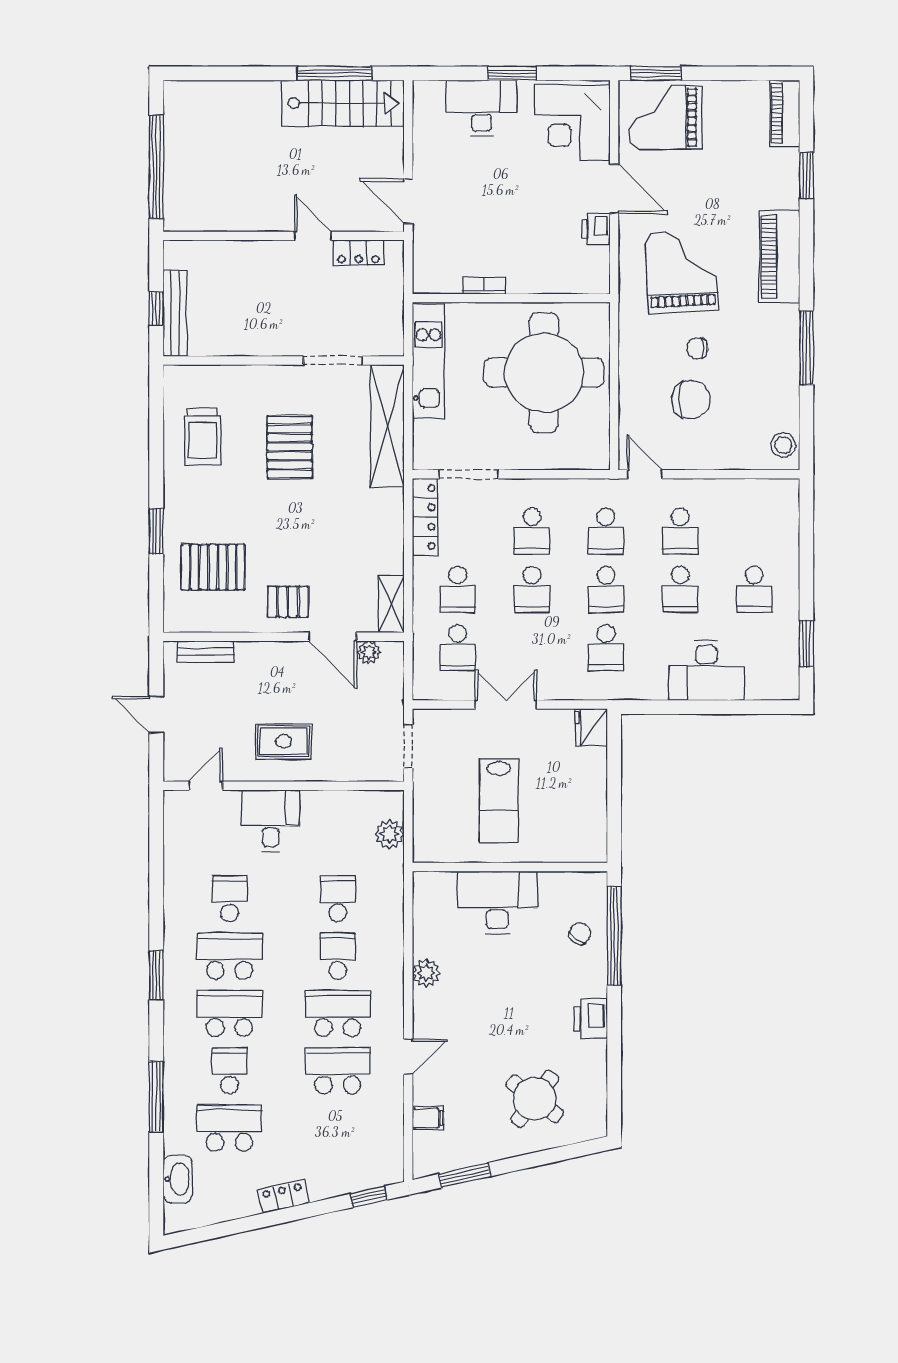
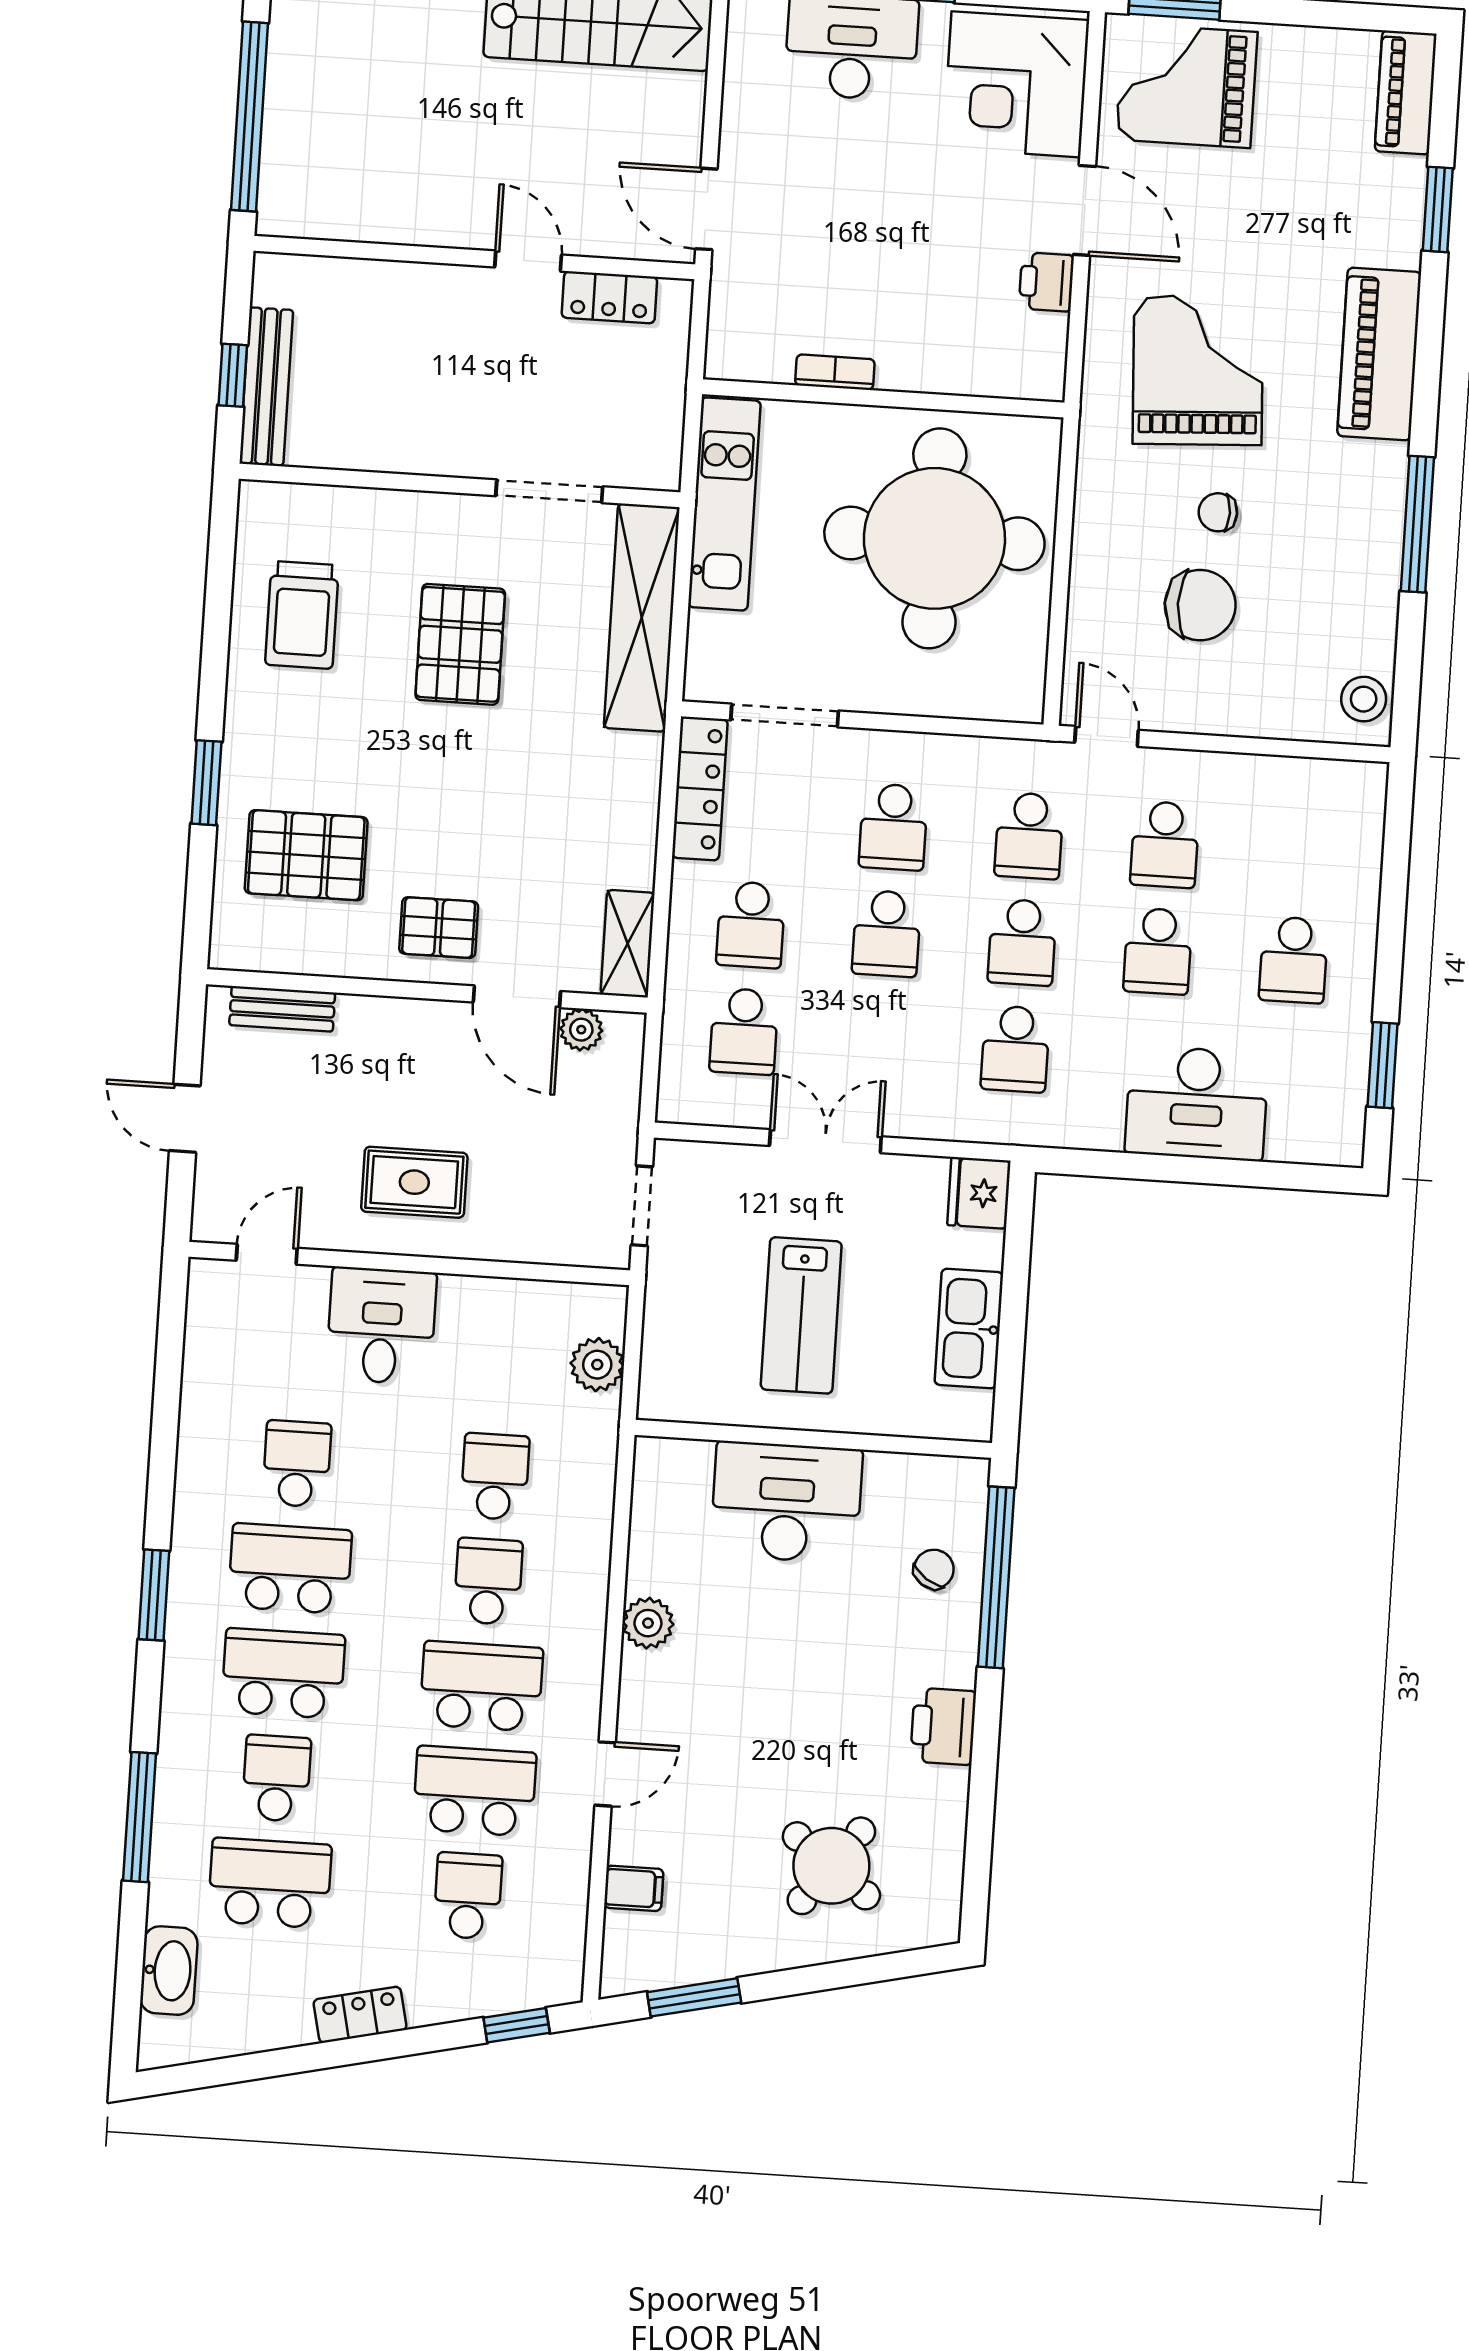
kitchen sink: (591, 801) -> (969, 1329), added
school desk: (338, 1128) -> (468, 1896), added

